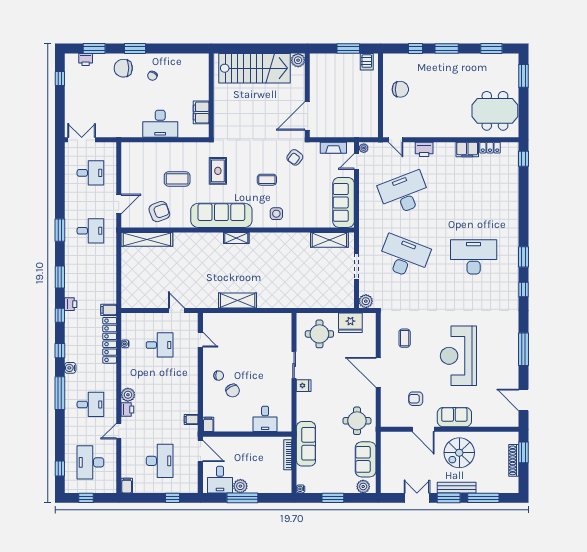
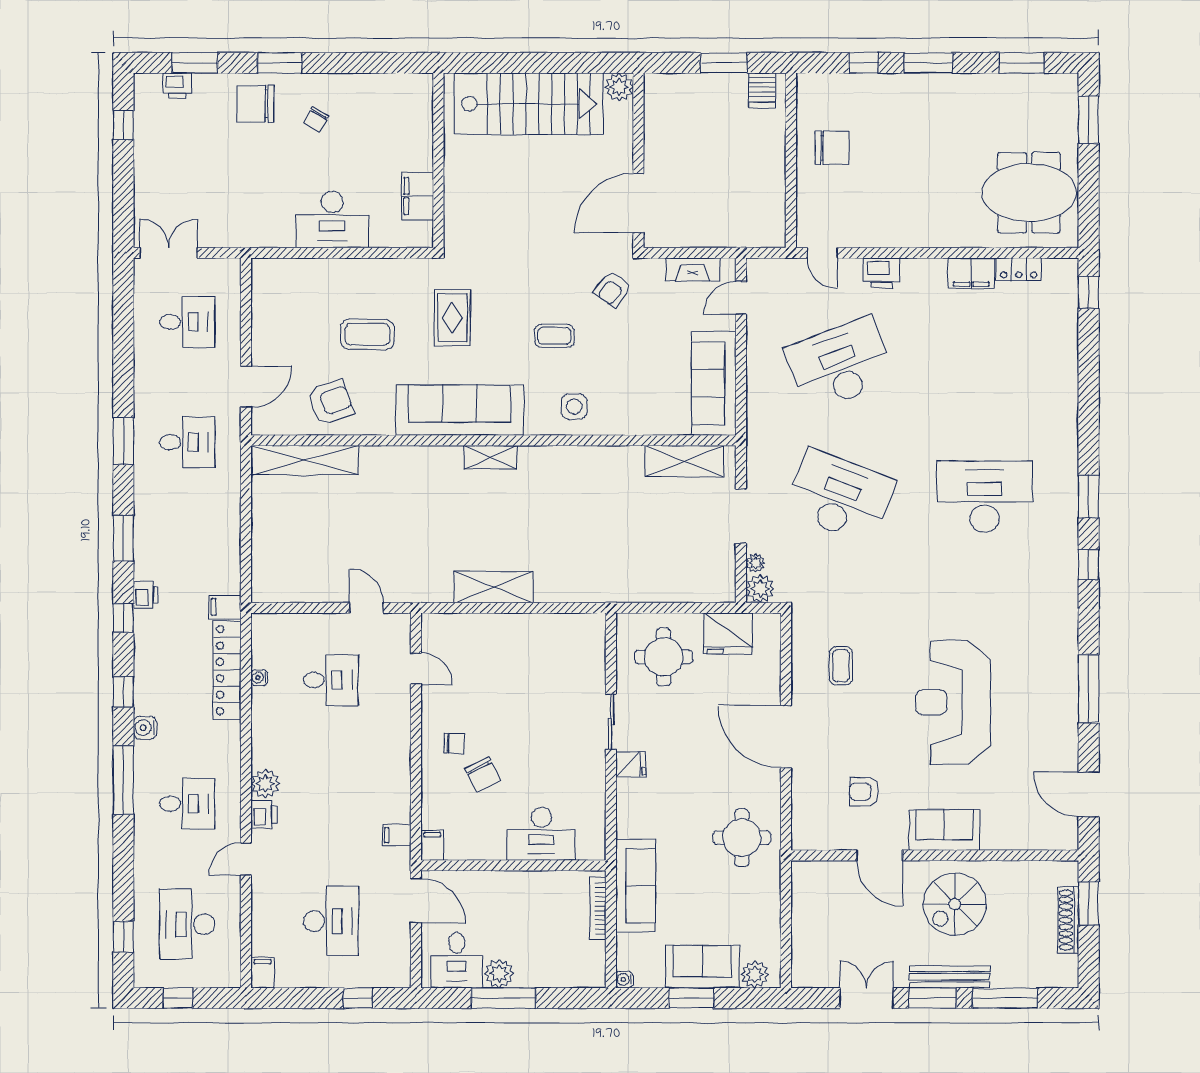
plant: (364, 148) -> (756, 563), moved
desk: (265, 419) -> (541, 834), width x1.37
sofa: (366, 459) -> (702, 967), moved, turned 90

